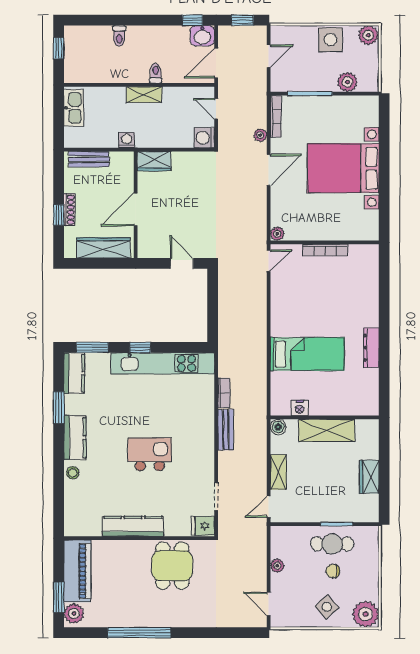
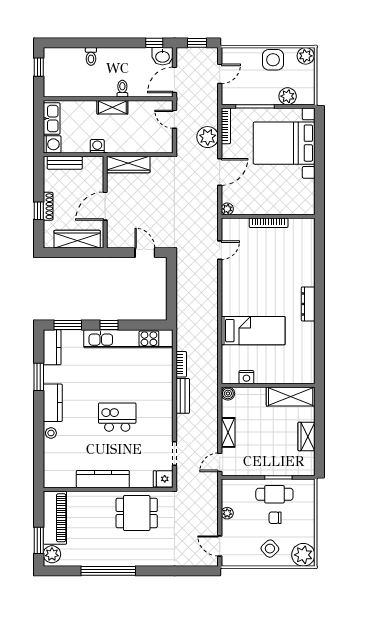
plant: (260, 135) -> (208, 137), width x1.87, depth x1.87
washing machine: (204, 138) -> (52, 144), moved, turned 180
wardrobe: (154, 161) -> (128, 164), width x1.50
bed with nightstands: (343, 168) -> (284, 143), moved
plant: (277, 234) -> (227, 209), moved
wall: (325, 242) -> (268, 216), moved
bookcase: (325, 250) -> (269, 223), moved
dresser: (371, 348) -> (308, 304), moved
shelving: (327, 430) -> (291, 396), moved
dining table: (172, 566) -> (137, 513), turned 90

